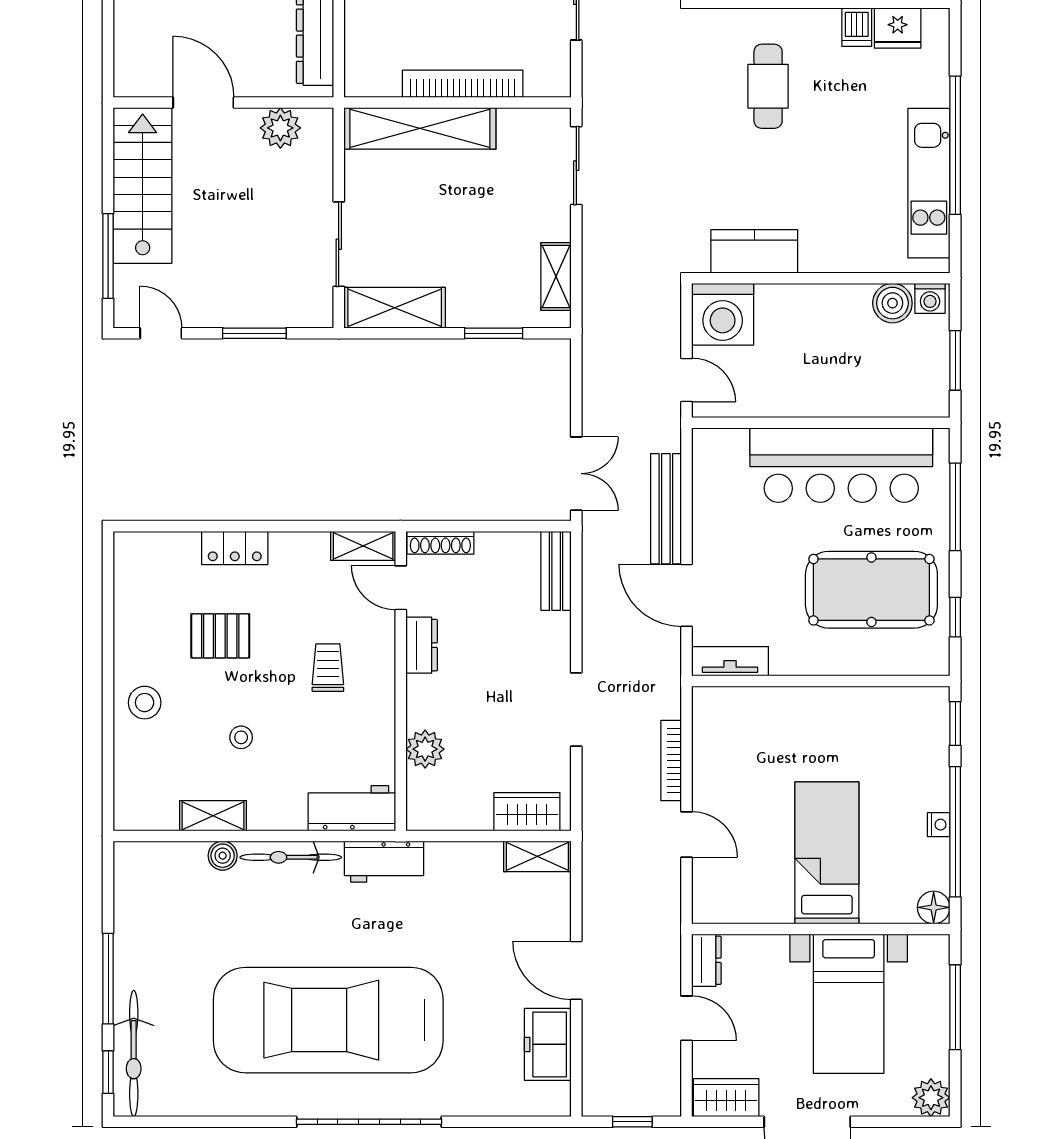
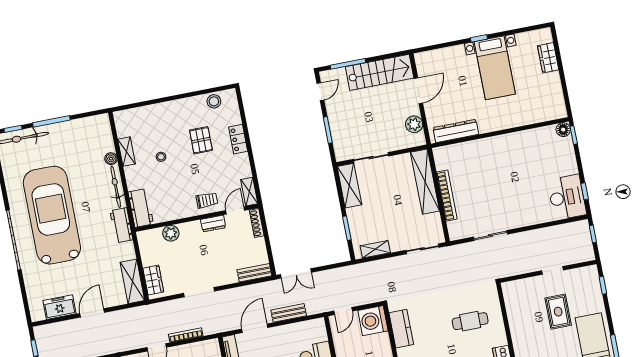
bench: (666, 509) -> (289, 313), width x0.73
trolley: (328, 668) -> (207, 200), moved
stool: (145, 703) -> (214, 101), moved
shelving: (537, 856) -> (132, 281), width x1.50, depth x1.33

